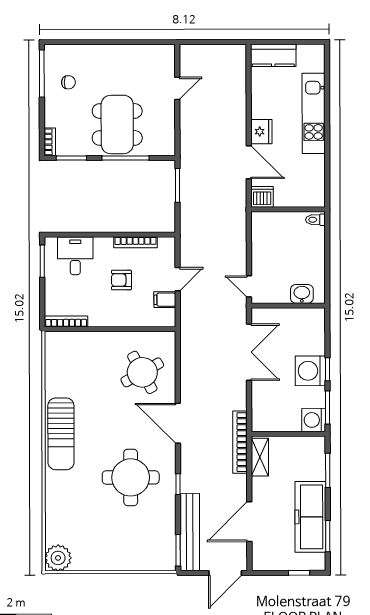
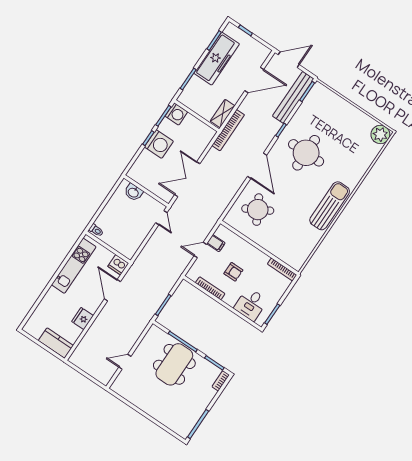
chair: (68, 82) -> (186, 408), removed
kitchen unit: (314, 113) -> (74, 266), moved
fridge: (261, 132) -> (83, 319), moved

